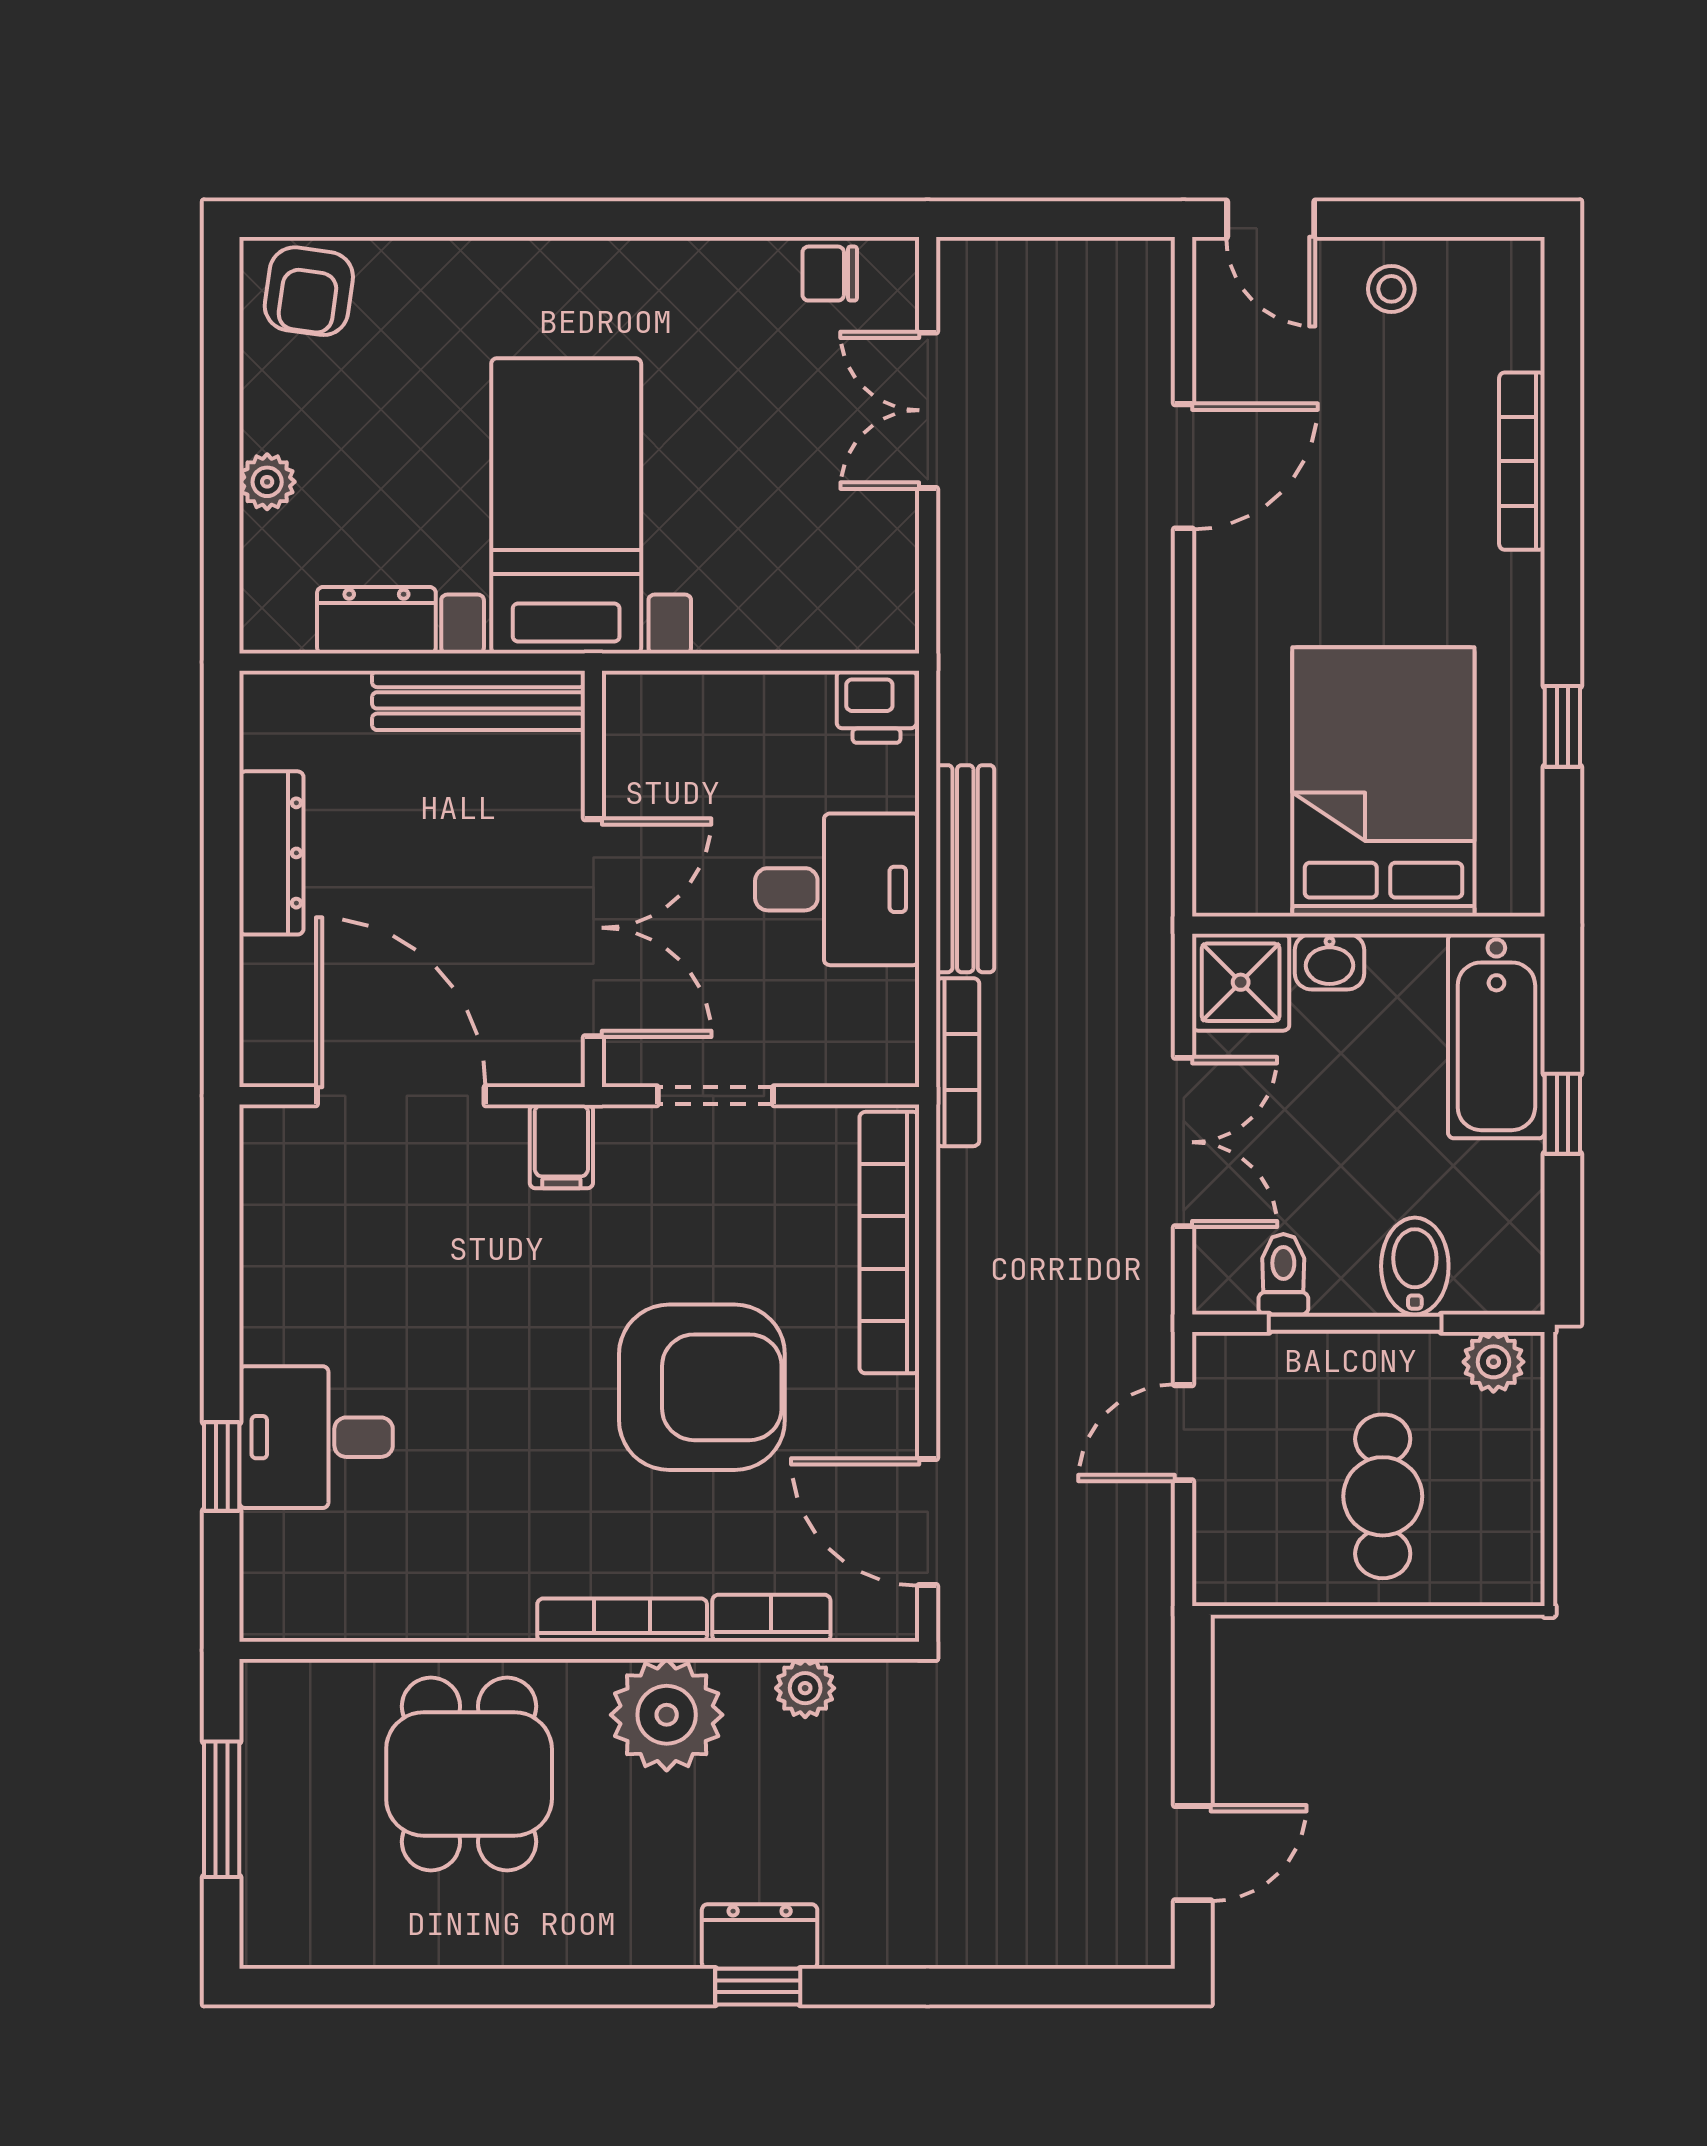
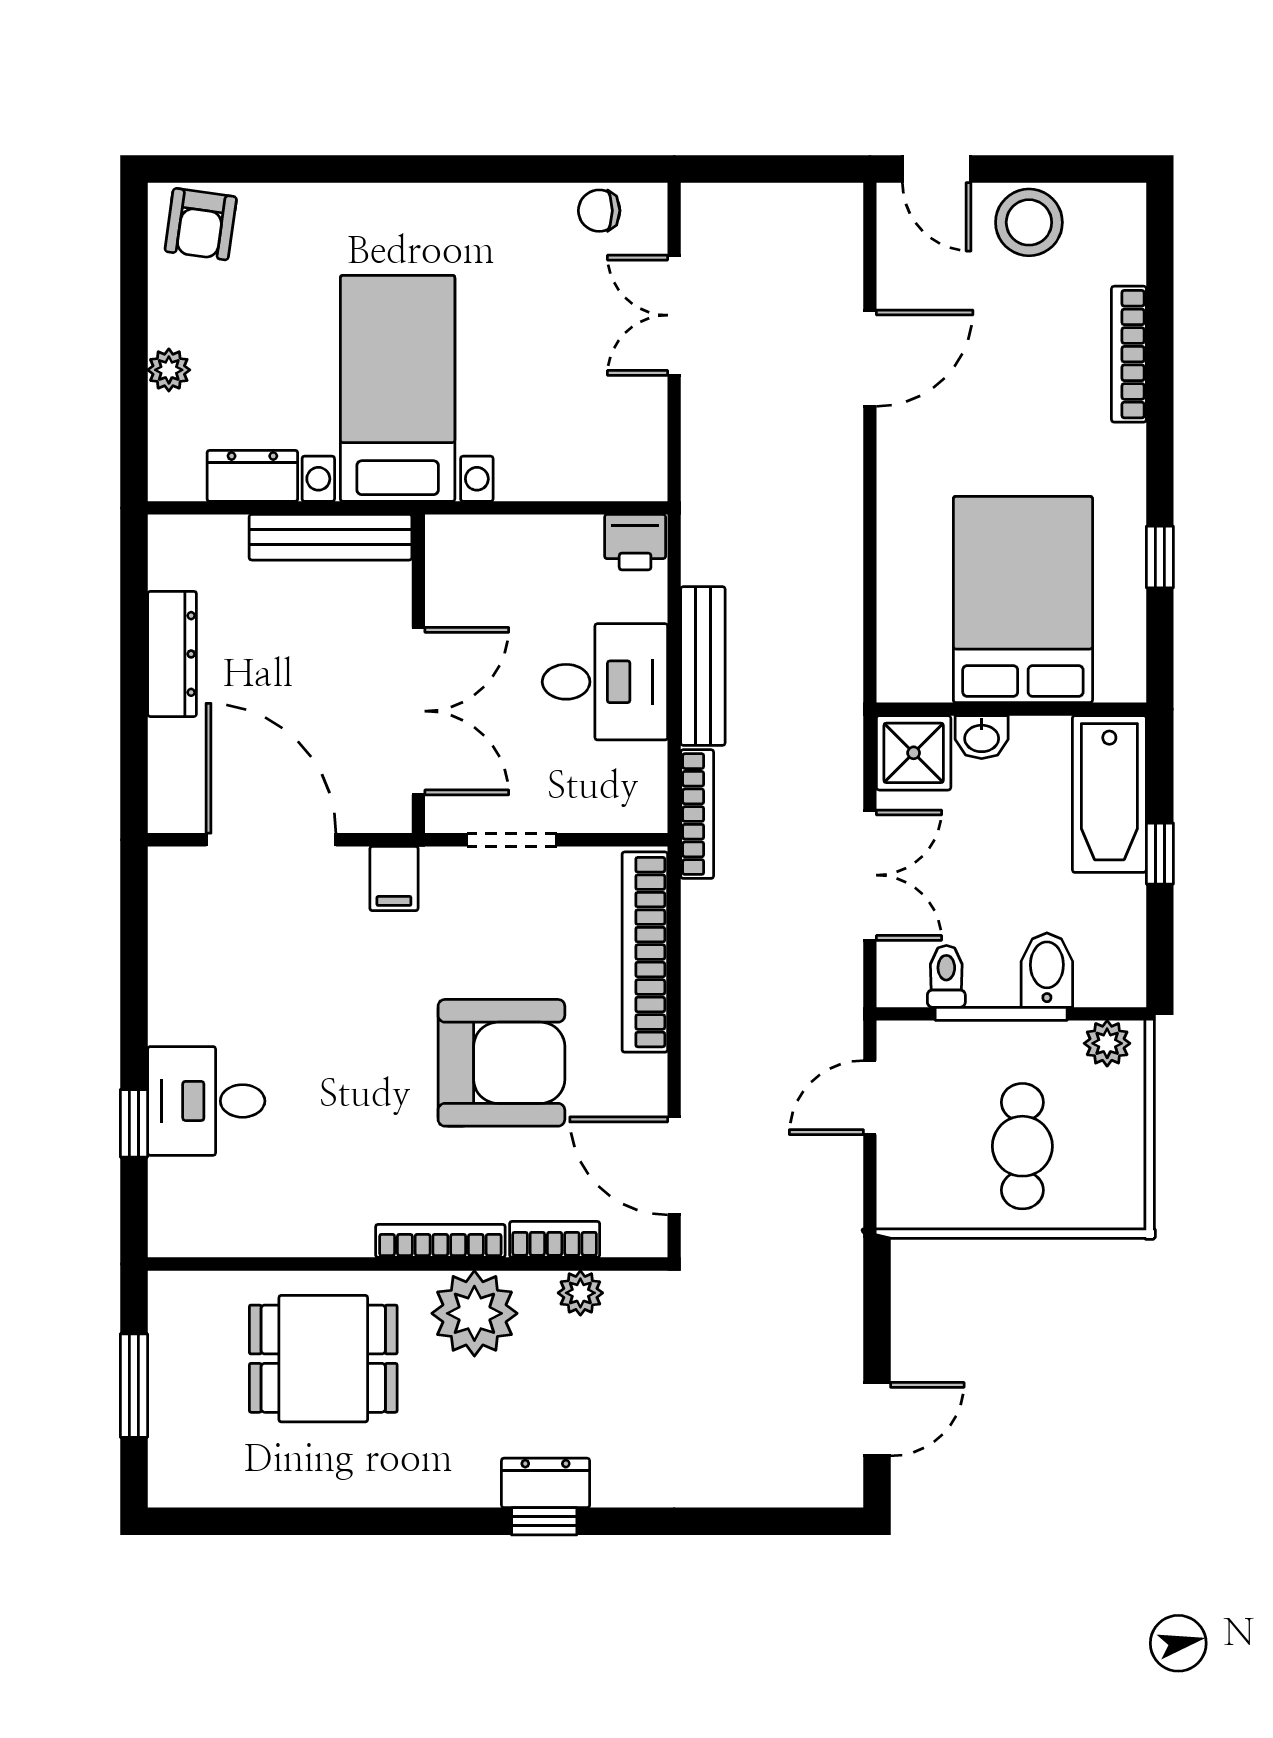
stool: (1391, 289) -> (1029, 222), width x1.89, depth x1.89
dining table: (469, 1774) -> (323, 1359), turned 90

